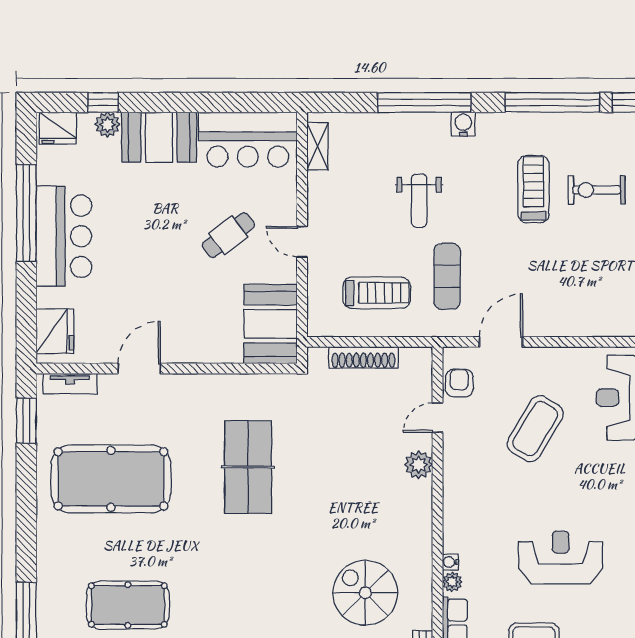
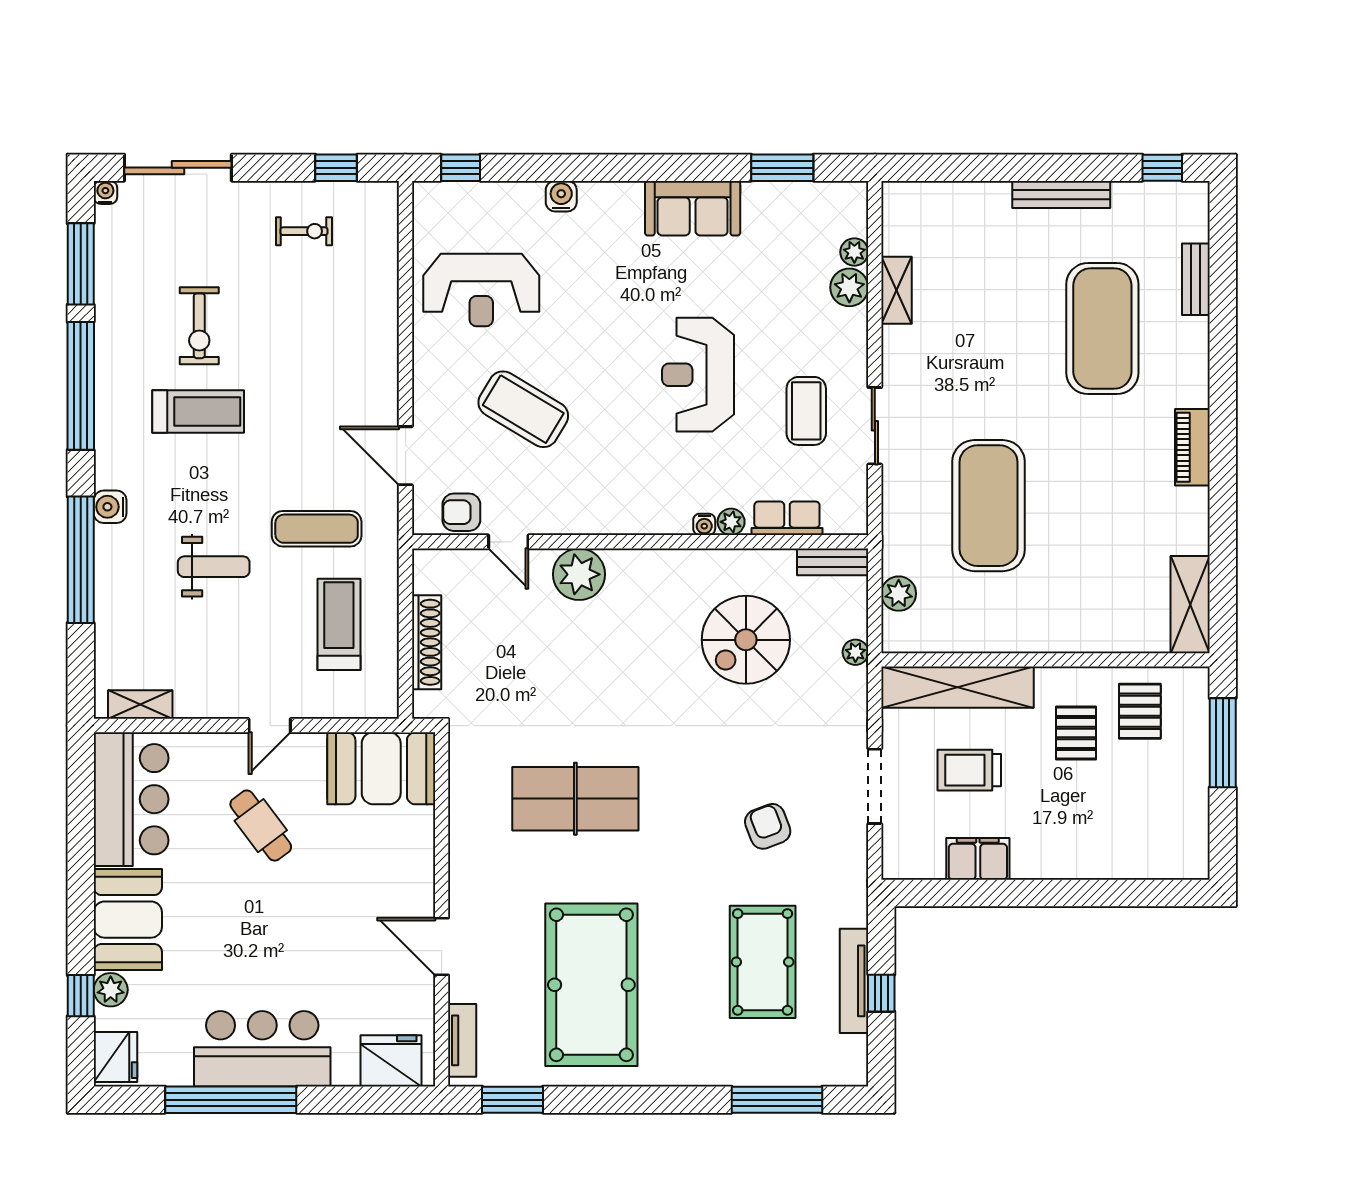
treadmill: (534, 189) -> (198, 411), turned 180
plant: (419, 465) -> (579, 574), width x1.36, depth x1.36
armchair: (228, 609) -> (768, 826), added

